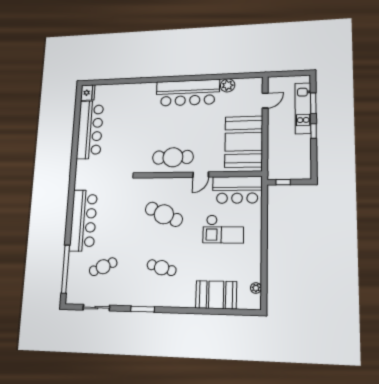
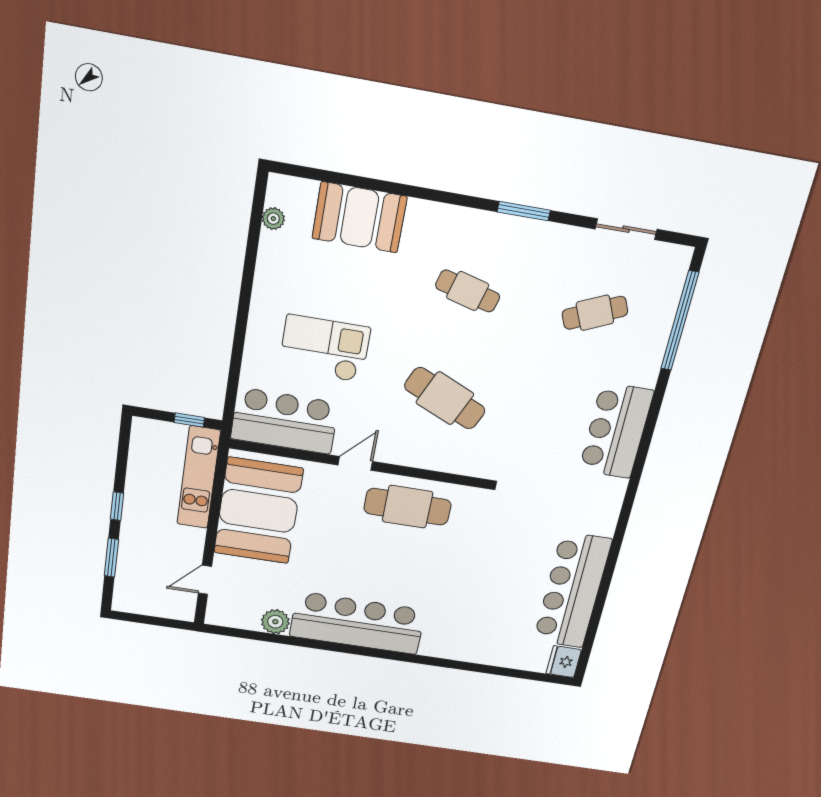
kitchen unit: (303, 108) -> (199, 478), moved, turned 180
bar counter: (83, 220) -> (616, 431), width x0.73

